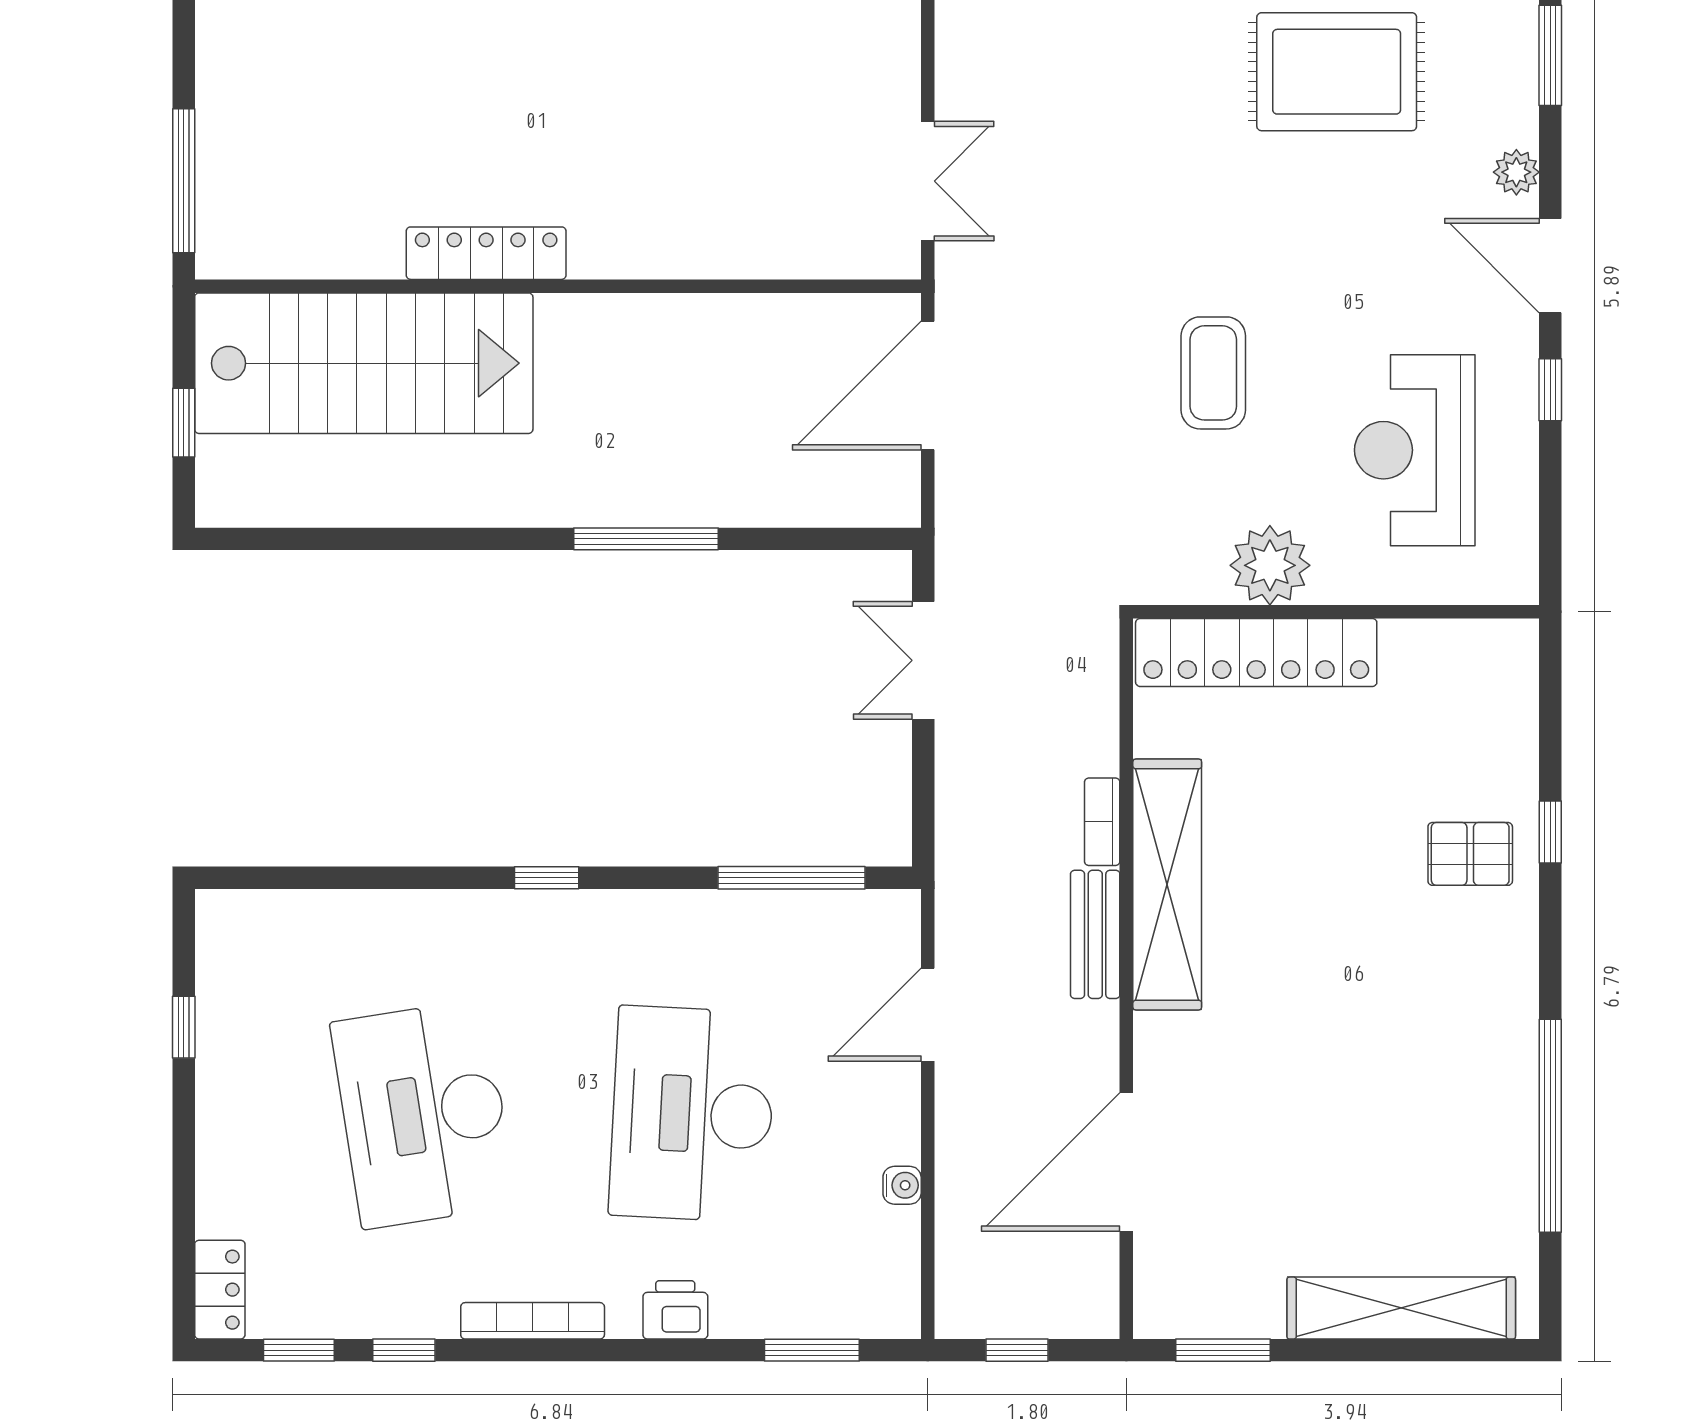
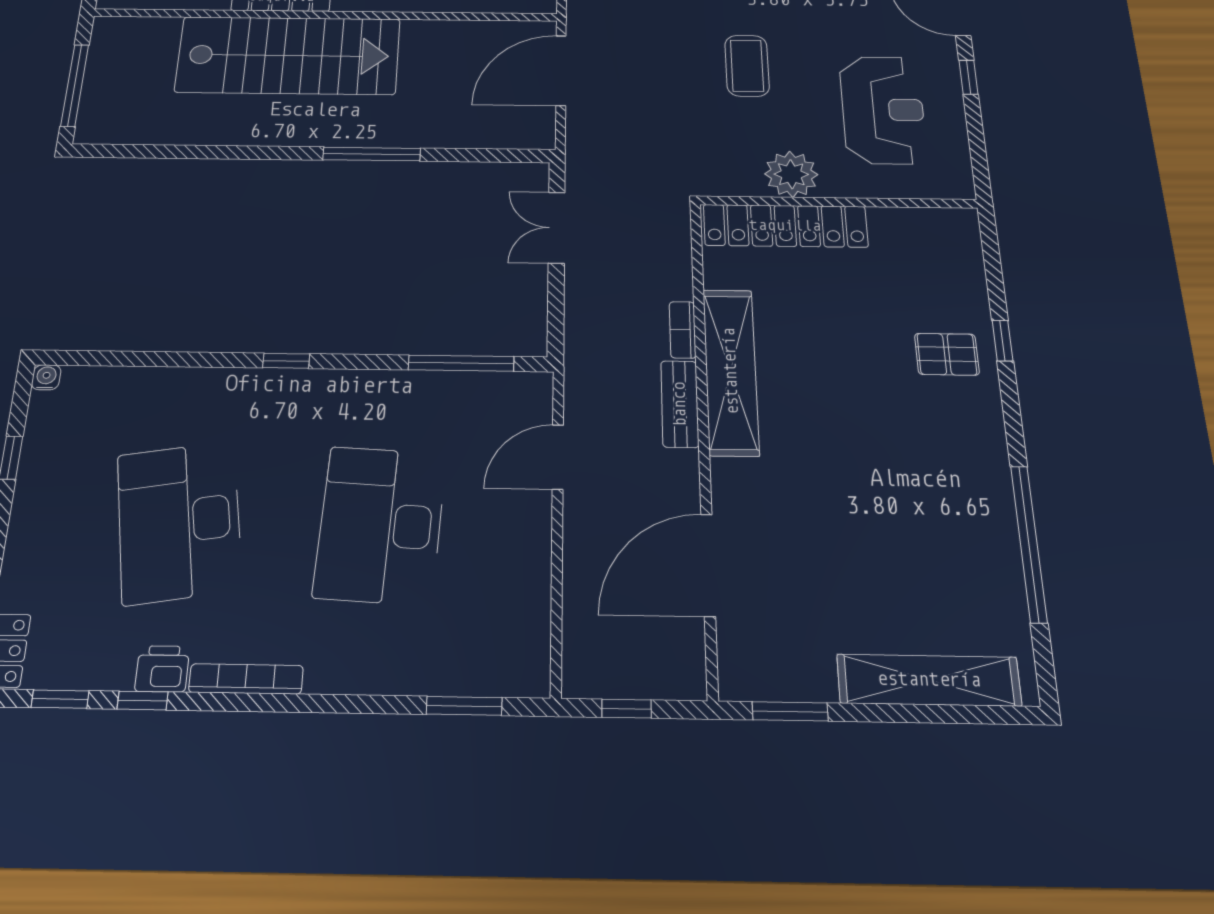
stairs: (364, 363) -> (288, 55), moved
window: (184, 423) -> (75, 85), width x2.17
reception desk: (1415, 450) -> (883, 110), turned 180
water cooler: (902, 1185) -> (46, 377), moved, turned -90
printer: (675, 1310) -> (162, 669), moved

